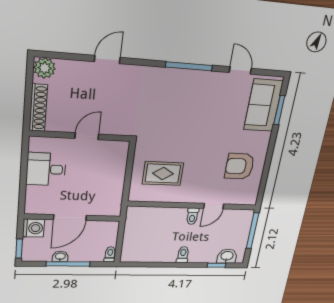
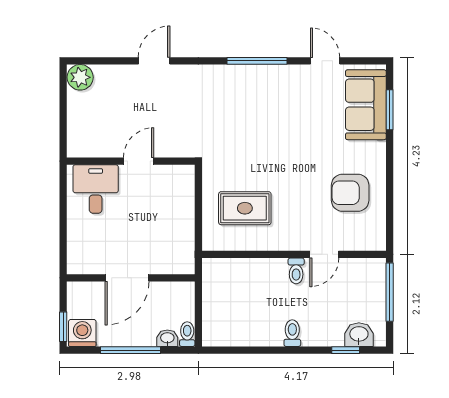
shoe rack: (38, 108) -> (76, 128), removed
desk: (46, 169) -> (96, 189), moved, turned 90
washing machine: (33, 228) -> (82, 333), moved, turned -90
washbasin: (60, 256) -> (167, 338), moved

